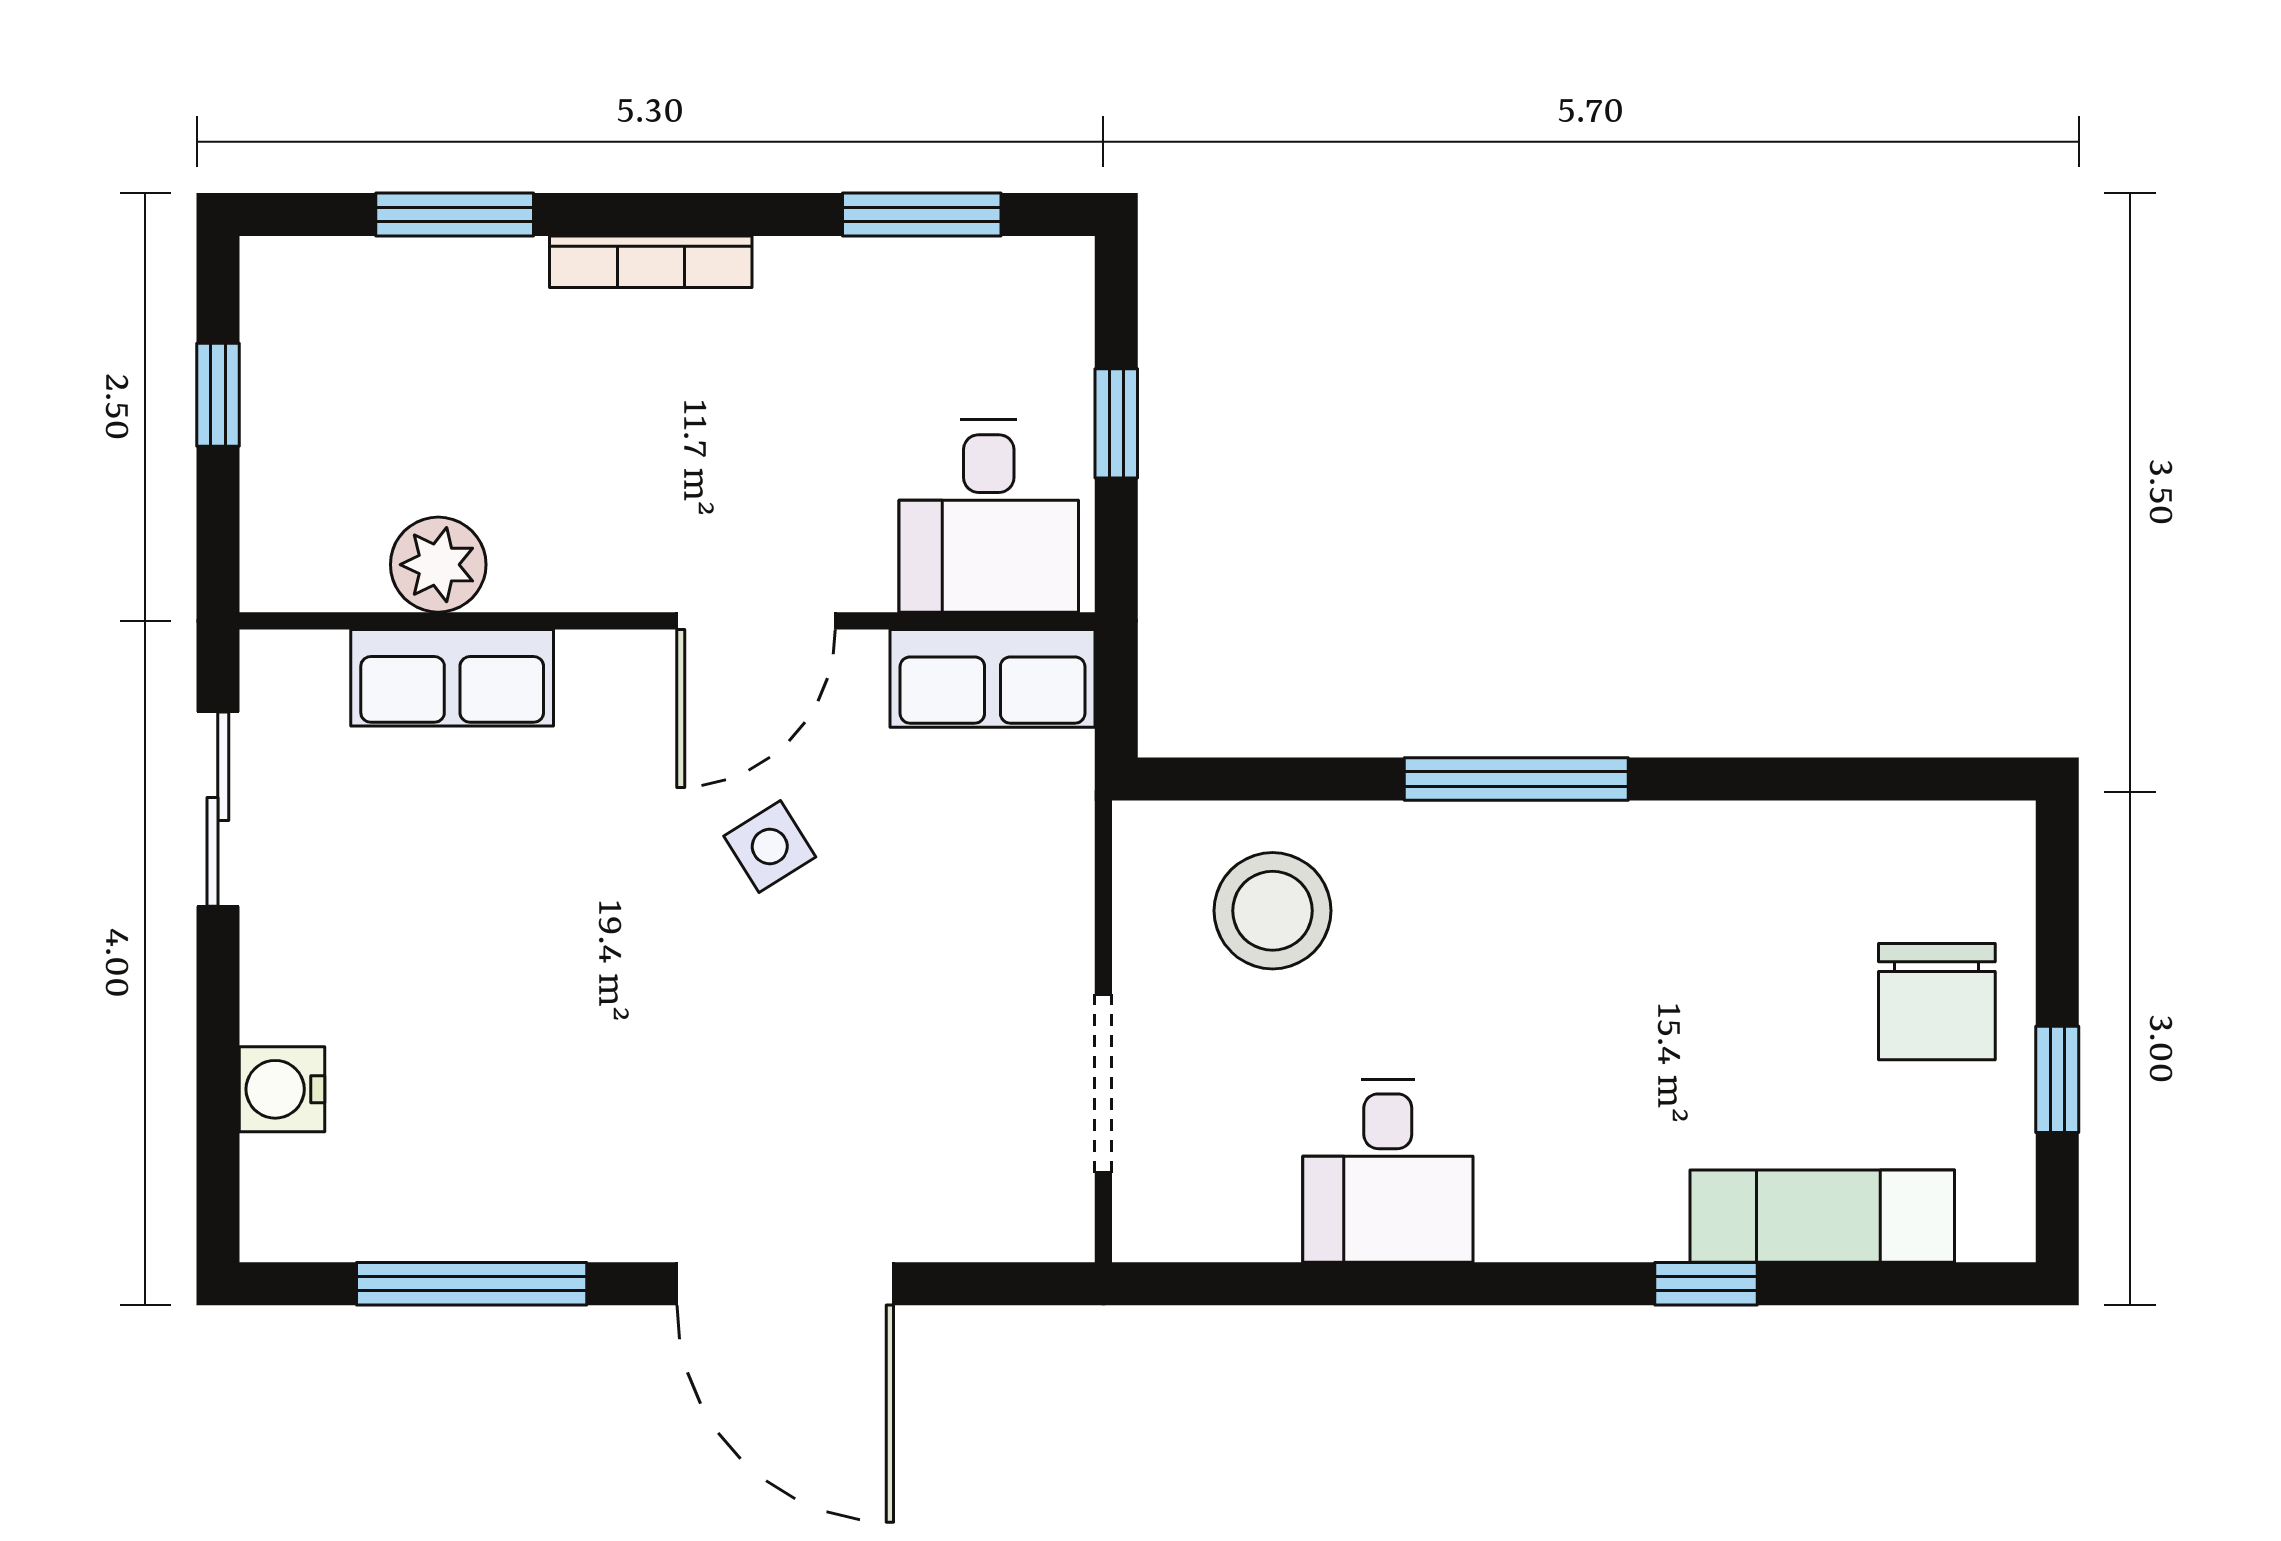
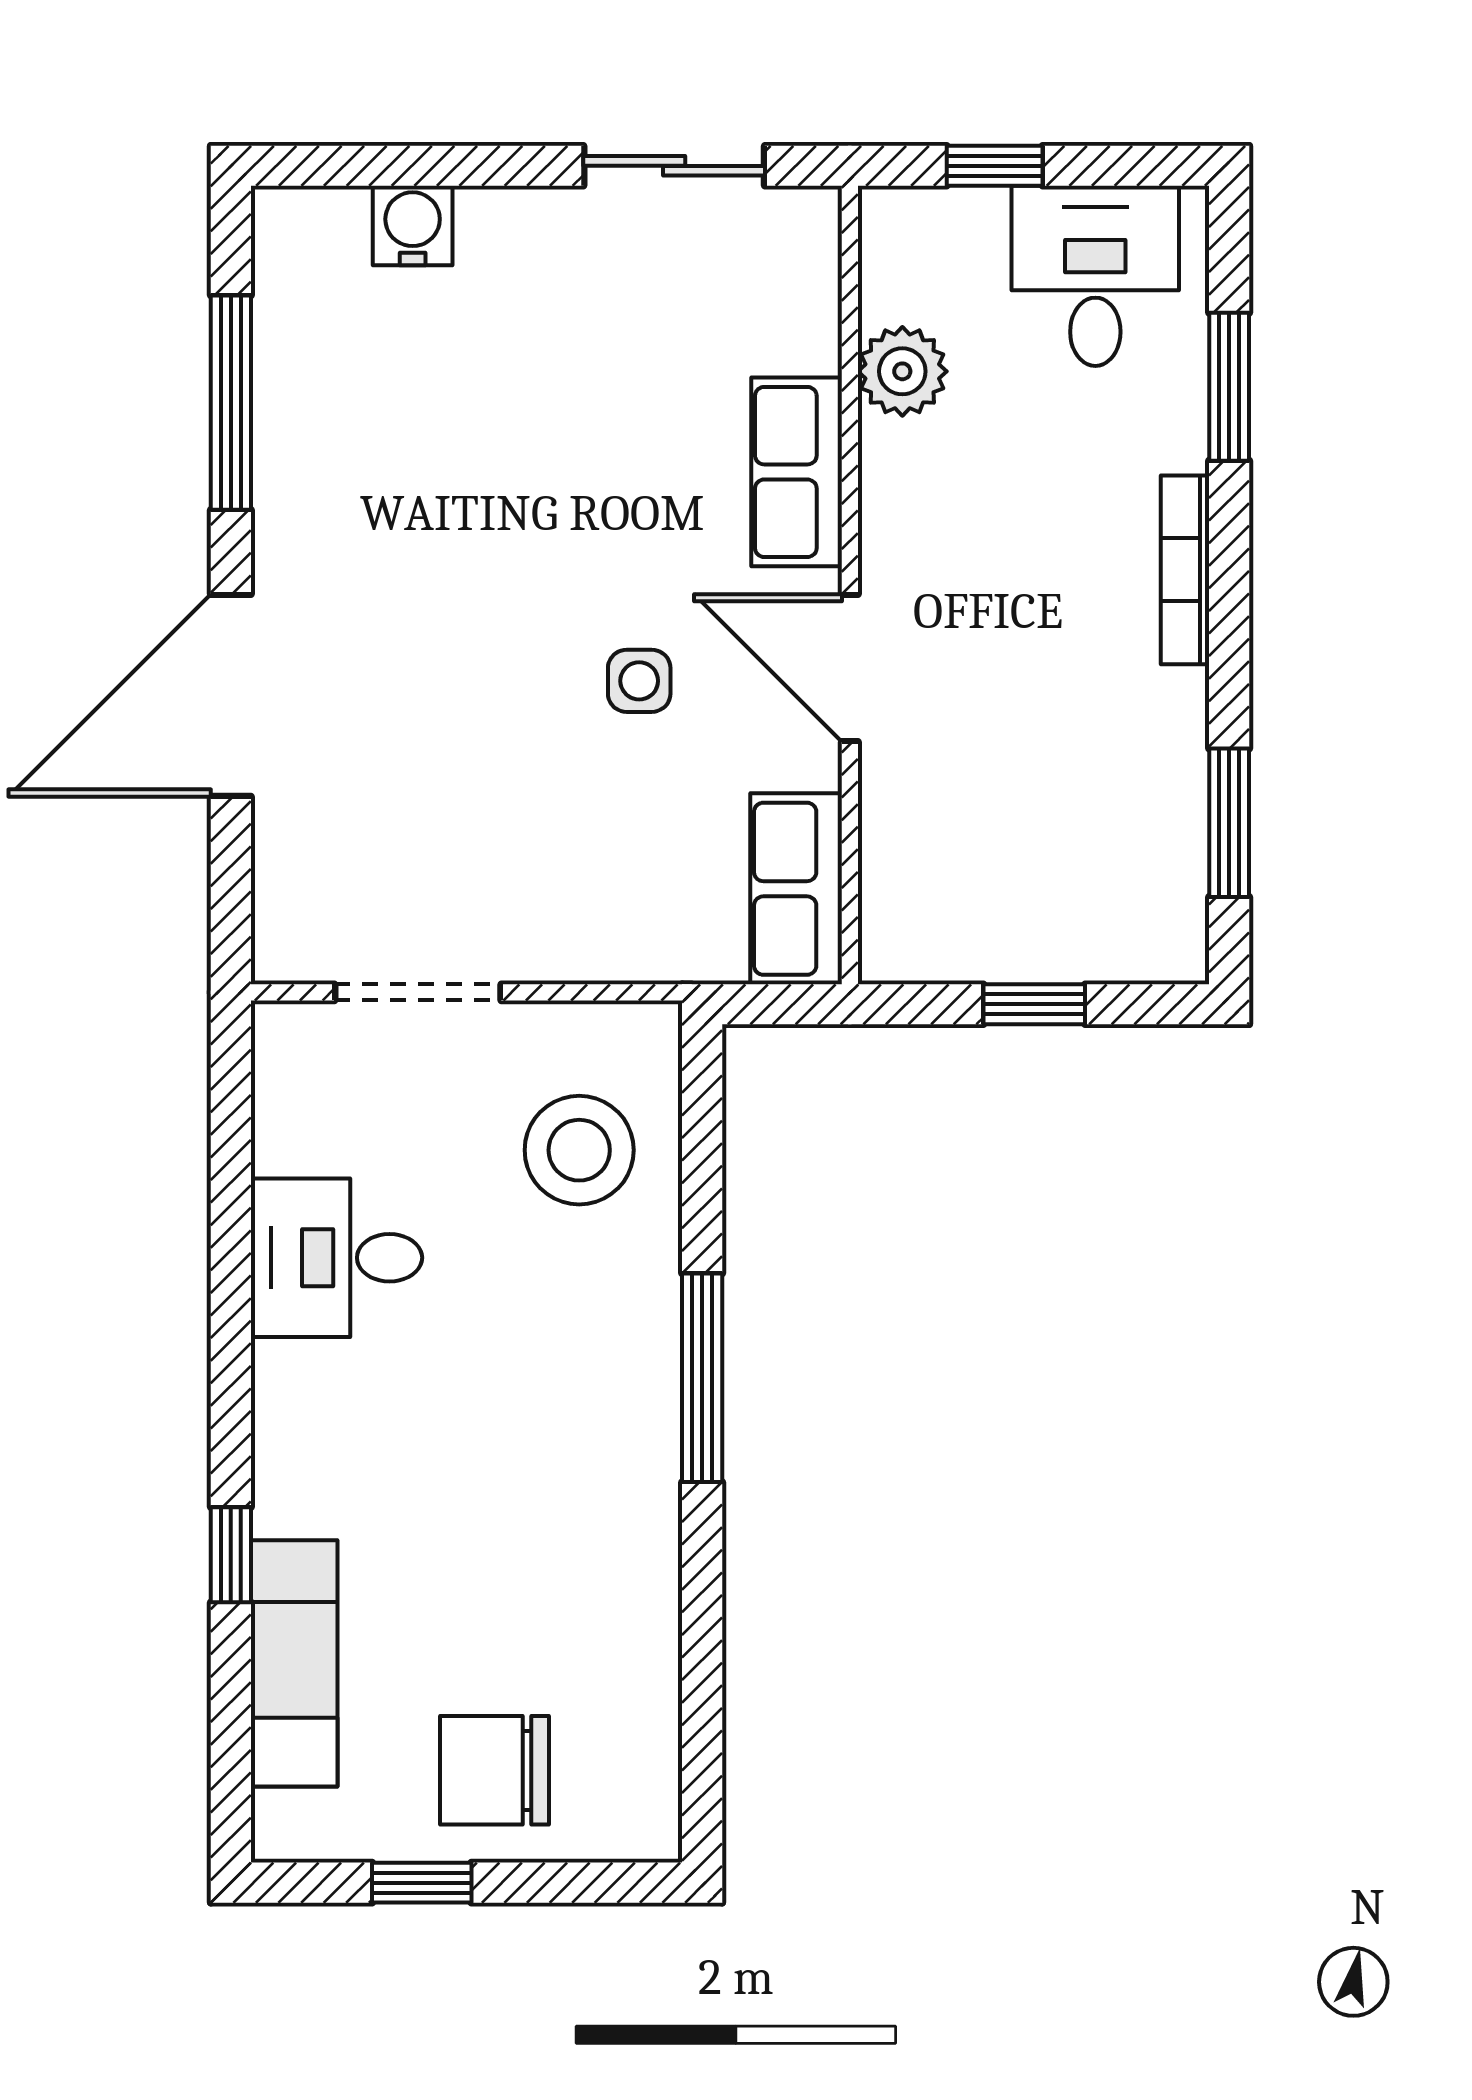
window: (218, 395) -> (995, 166), moved
desk: (989, 516) -> (1095, 276), moved, turned 90
row of seats: (452, 678) -> (797, 472), moved
side table: (770, 846) -> (639, 681), turned 32

